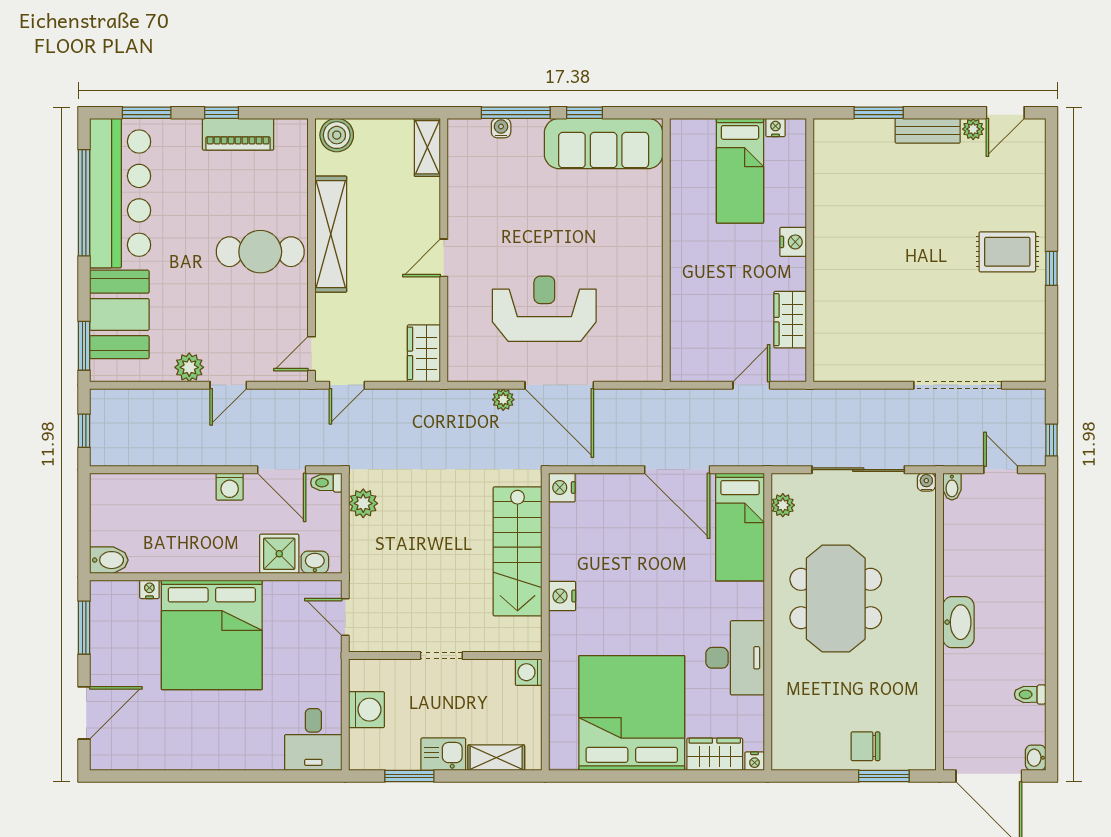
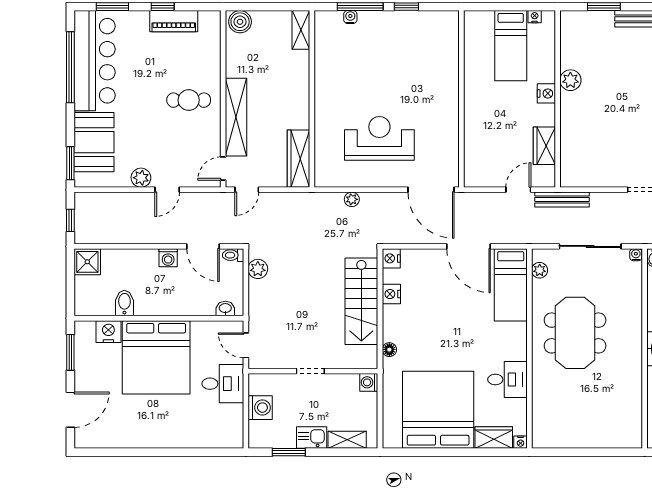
sofa: (604, 144) -> (419, 27), removed
plant: (829, 222) -> (570, 80), added
shelving: (331, 234) -> (236, 117), moved
cafe table: (260, 252) -> (189, 100), width x0.73, depth x0.74
door: (444, 258) -> (312, 104), removed
wardrobe: (424, 353) -> (299, 159), width x1.50
door: (559, 385) -> (431, 190), moved
bench: (816, 400) -> (562, 200), added
shower: (279, 554) -> (87, 262), moved
bidet: (109, 560) -> (124, 303), moved, turned -90
nightstand: (149, 589) -> (108, 332), width x1.89, depth x1.79
nightstand: (562, 596) -> (391, 294), moved
floor lamp: (559, 623) -> (389, 350), added
desk: (735, 658) -> (507, 380), width x0.73
desk: (313, 739) -> (223, 384), moved, turned -90
chair: (865, 746) -> (595, 432), removed
window: (884, 776) -> (607, 452), removed

